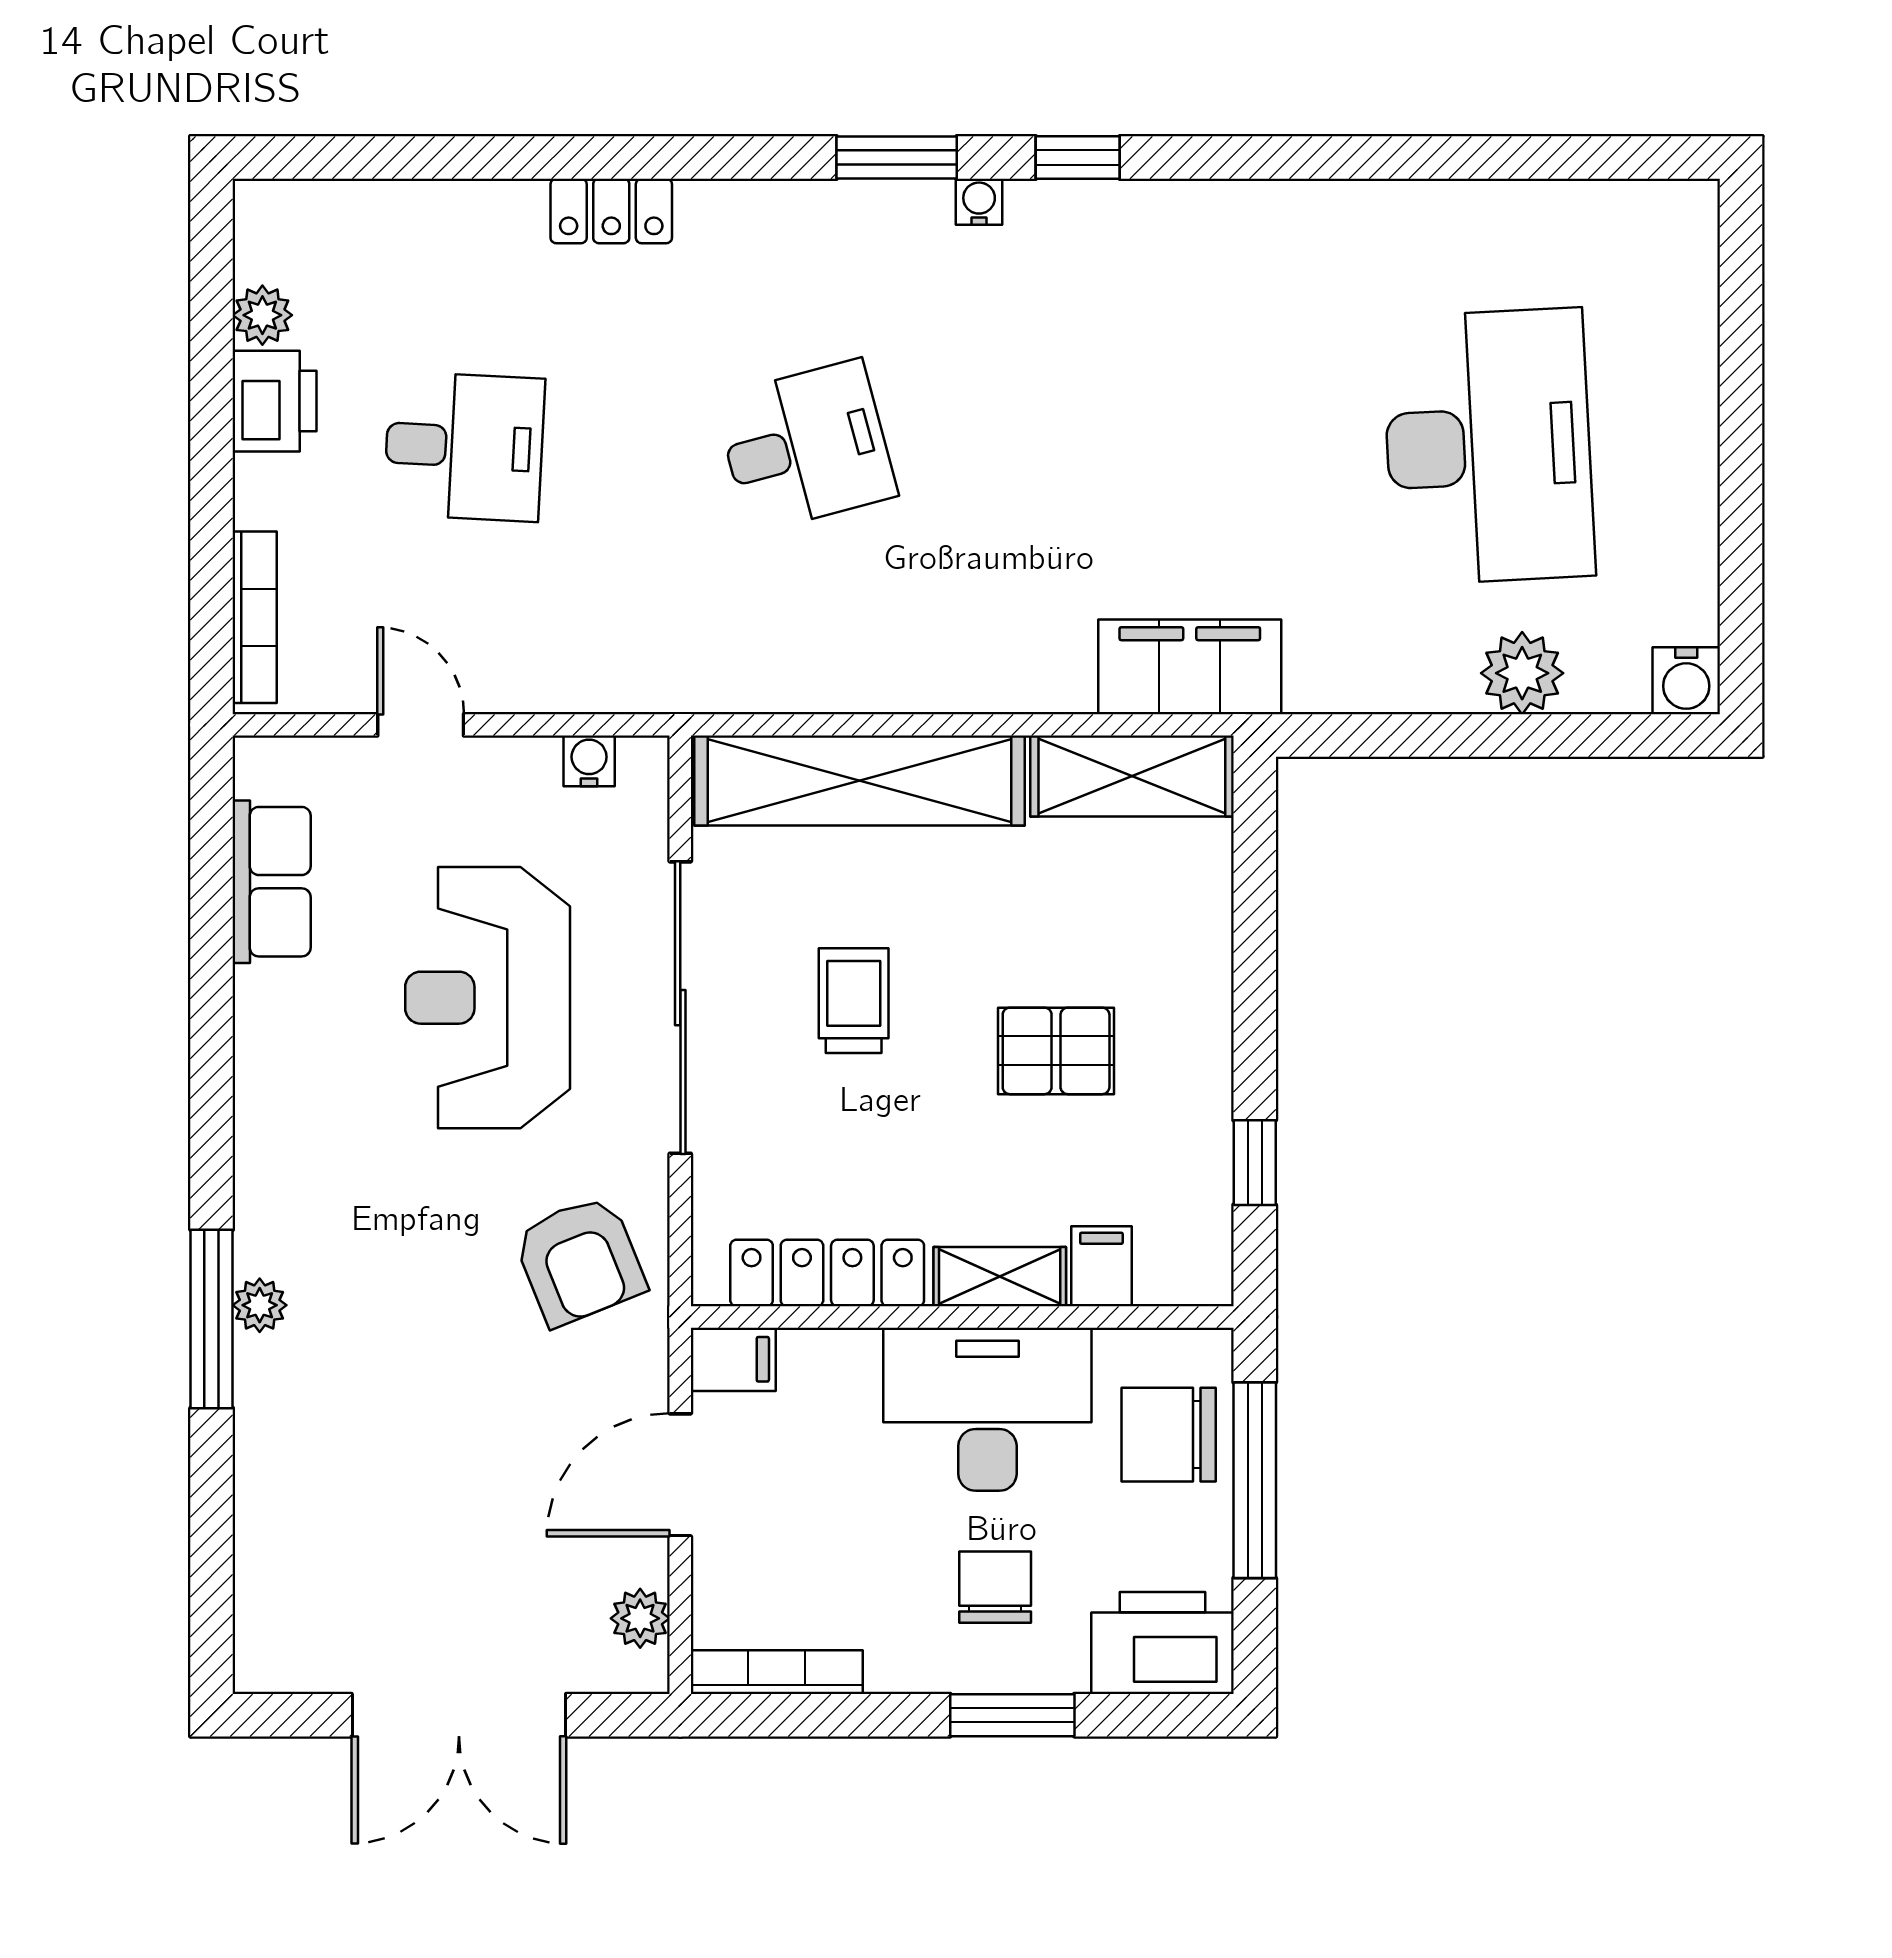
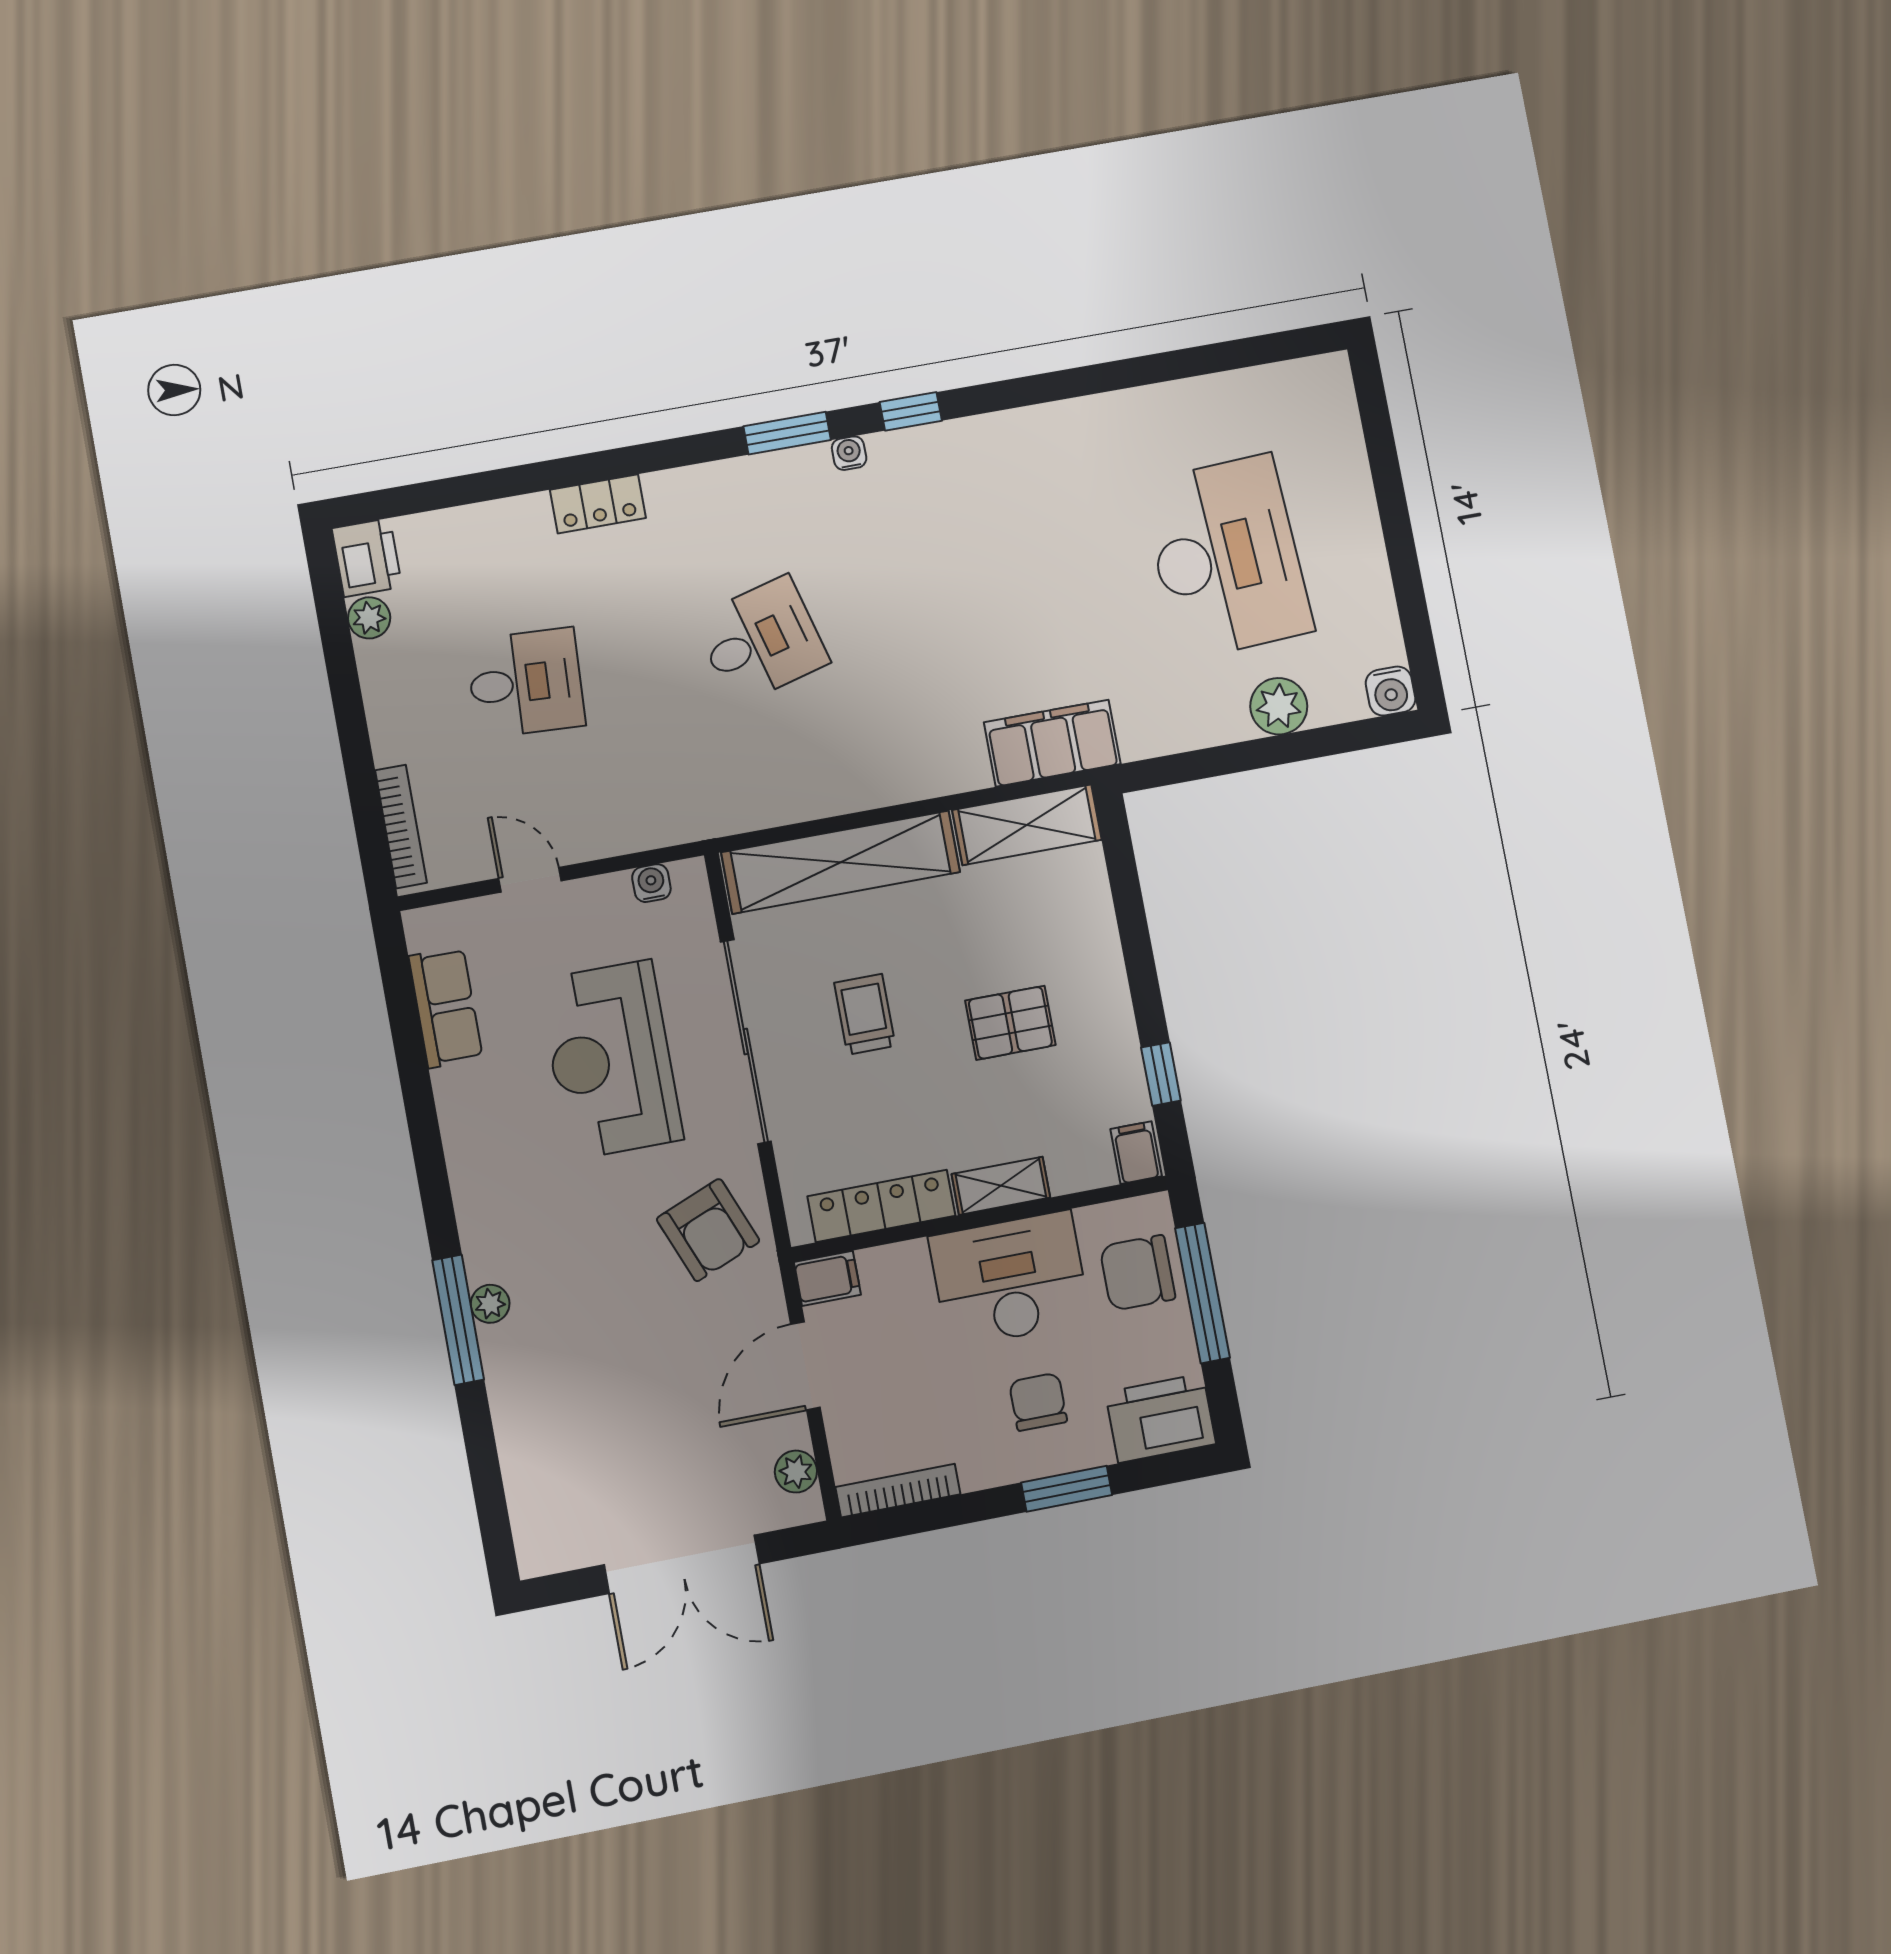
printer: (274, 401) -> (367, 558), moved
filing cabinet: (1101, 1266) -> (1136, 1153), moved

